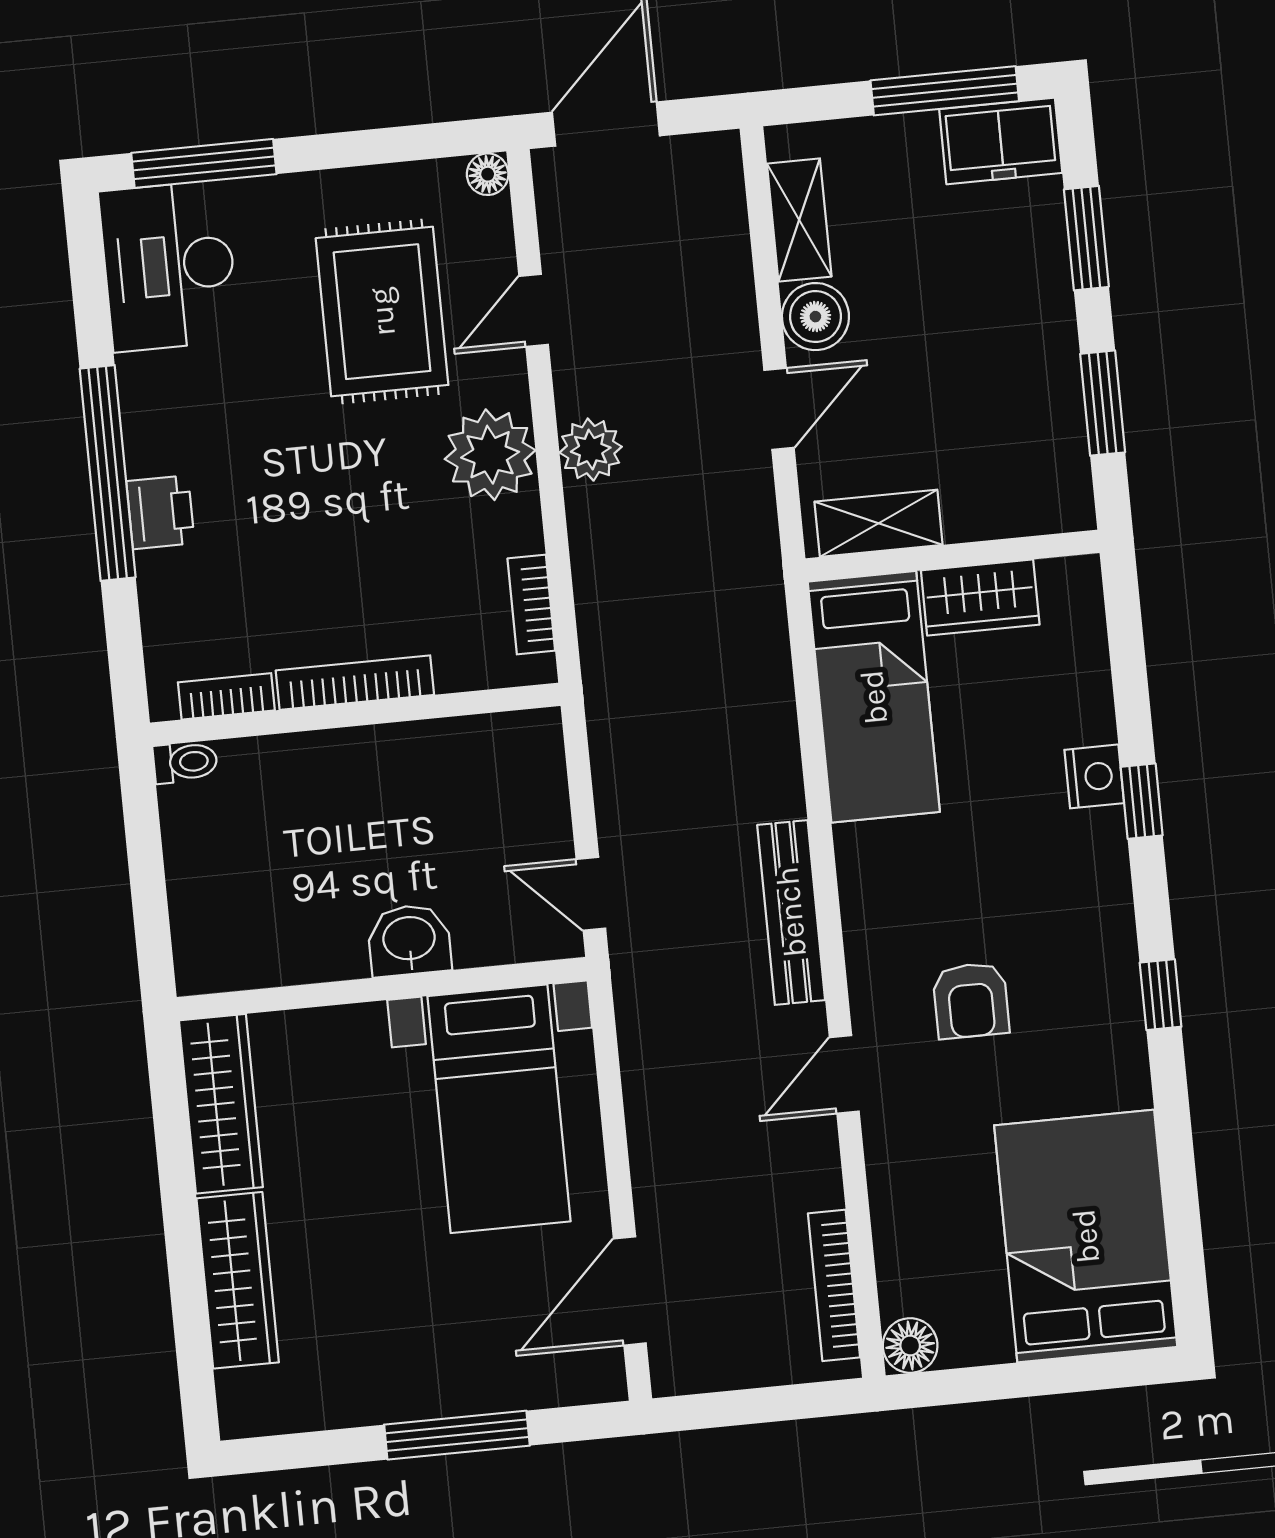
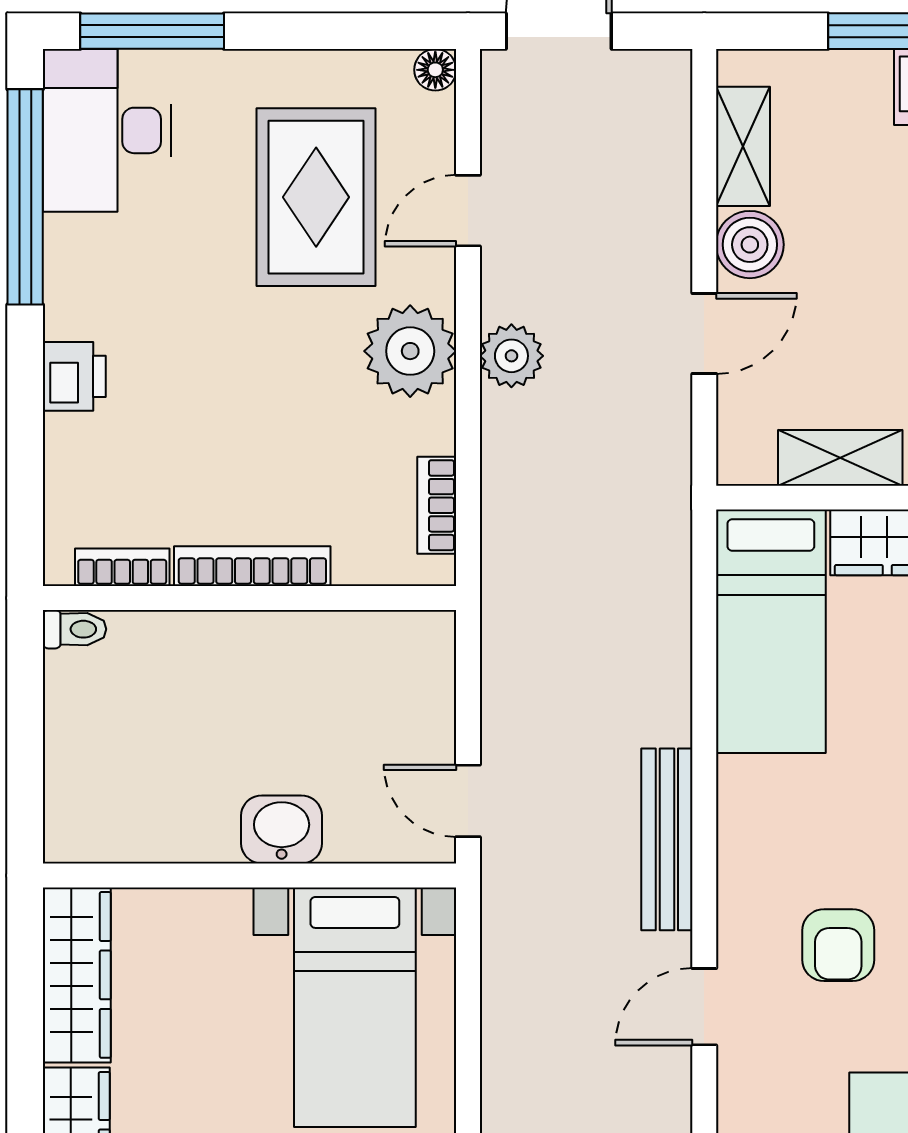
window: (108, 473) -> (25, 197), moved
shelving: (879, 523) -> (840, 458), moved

